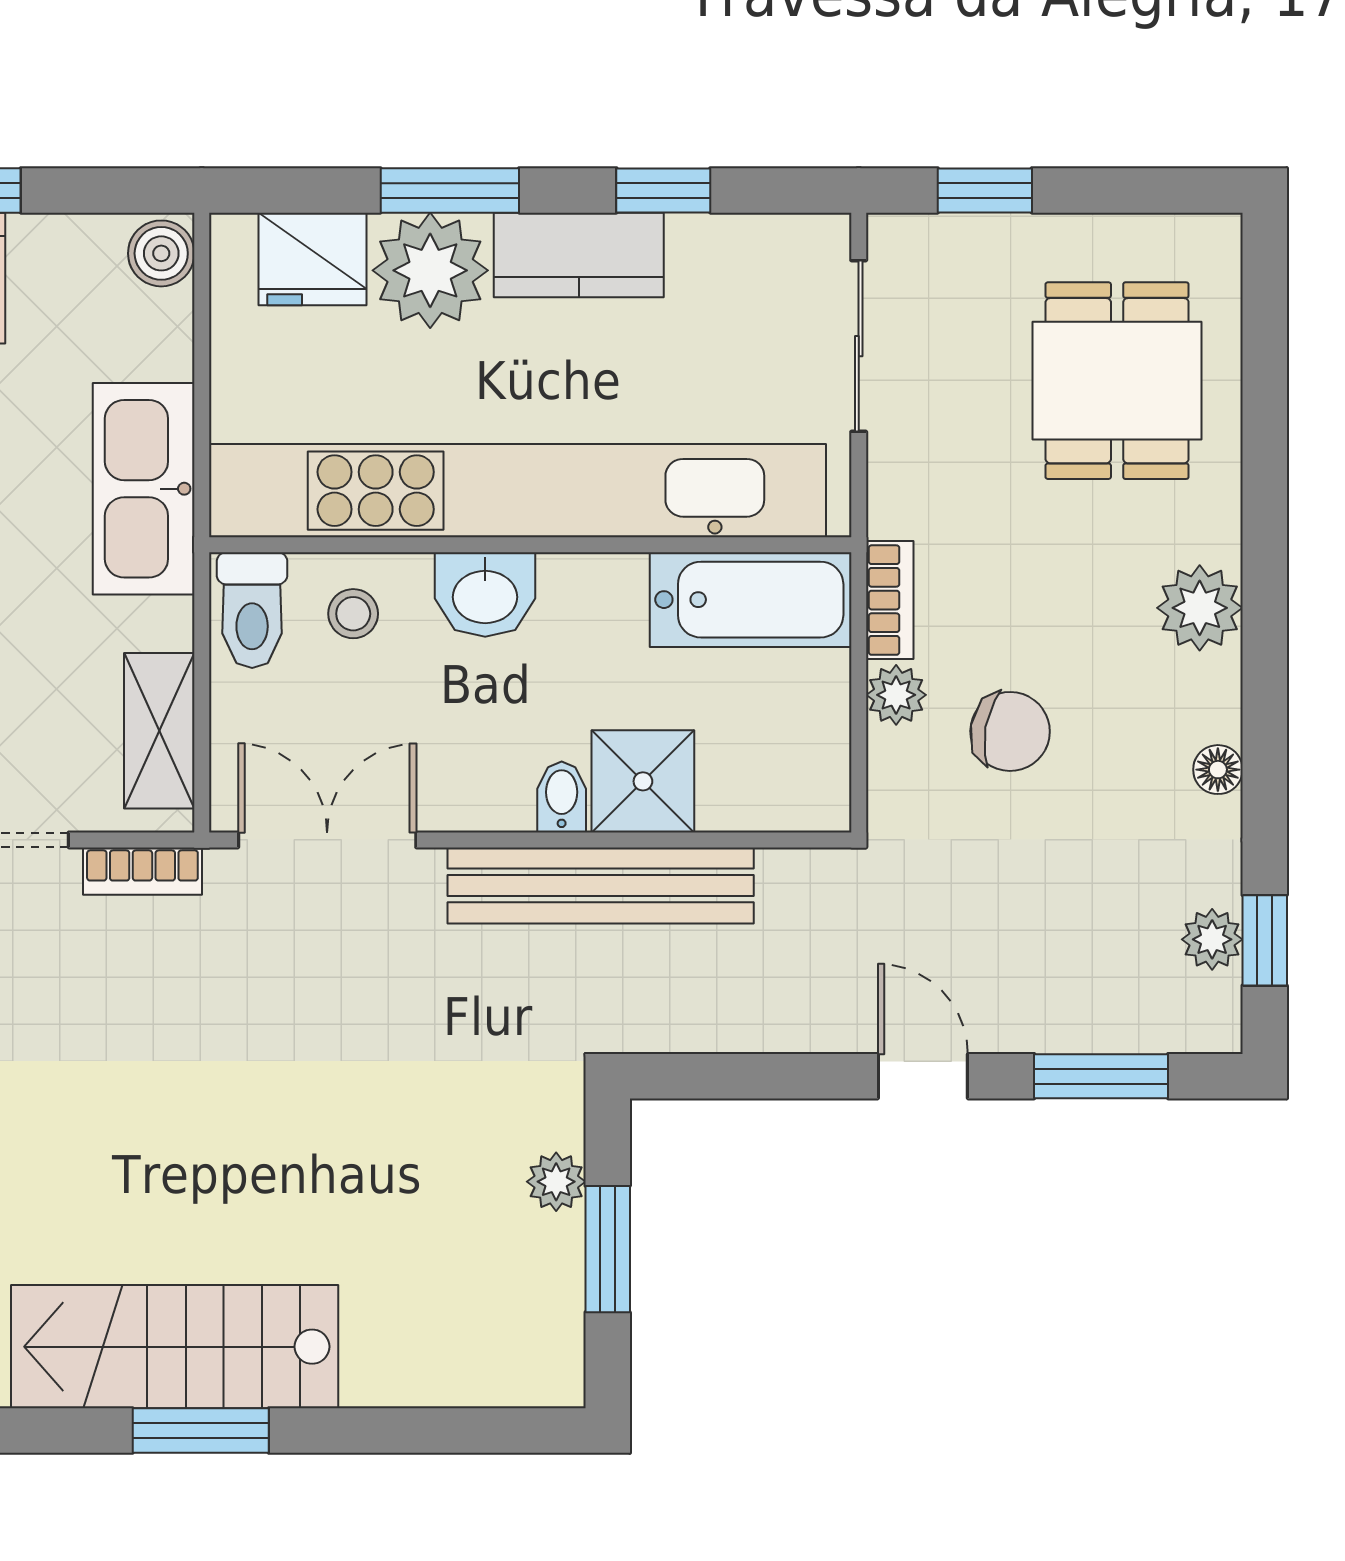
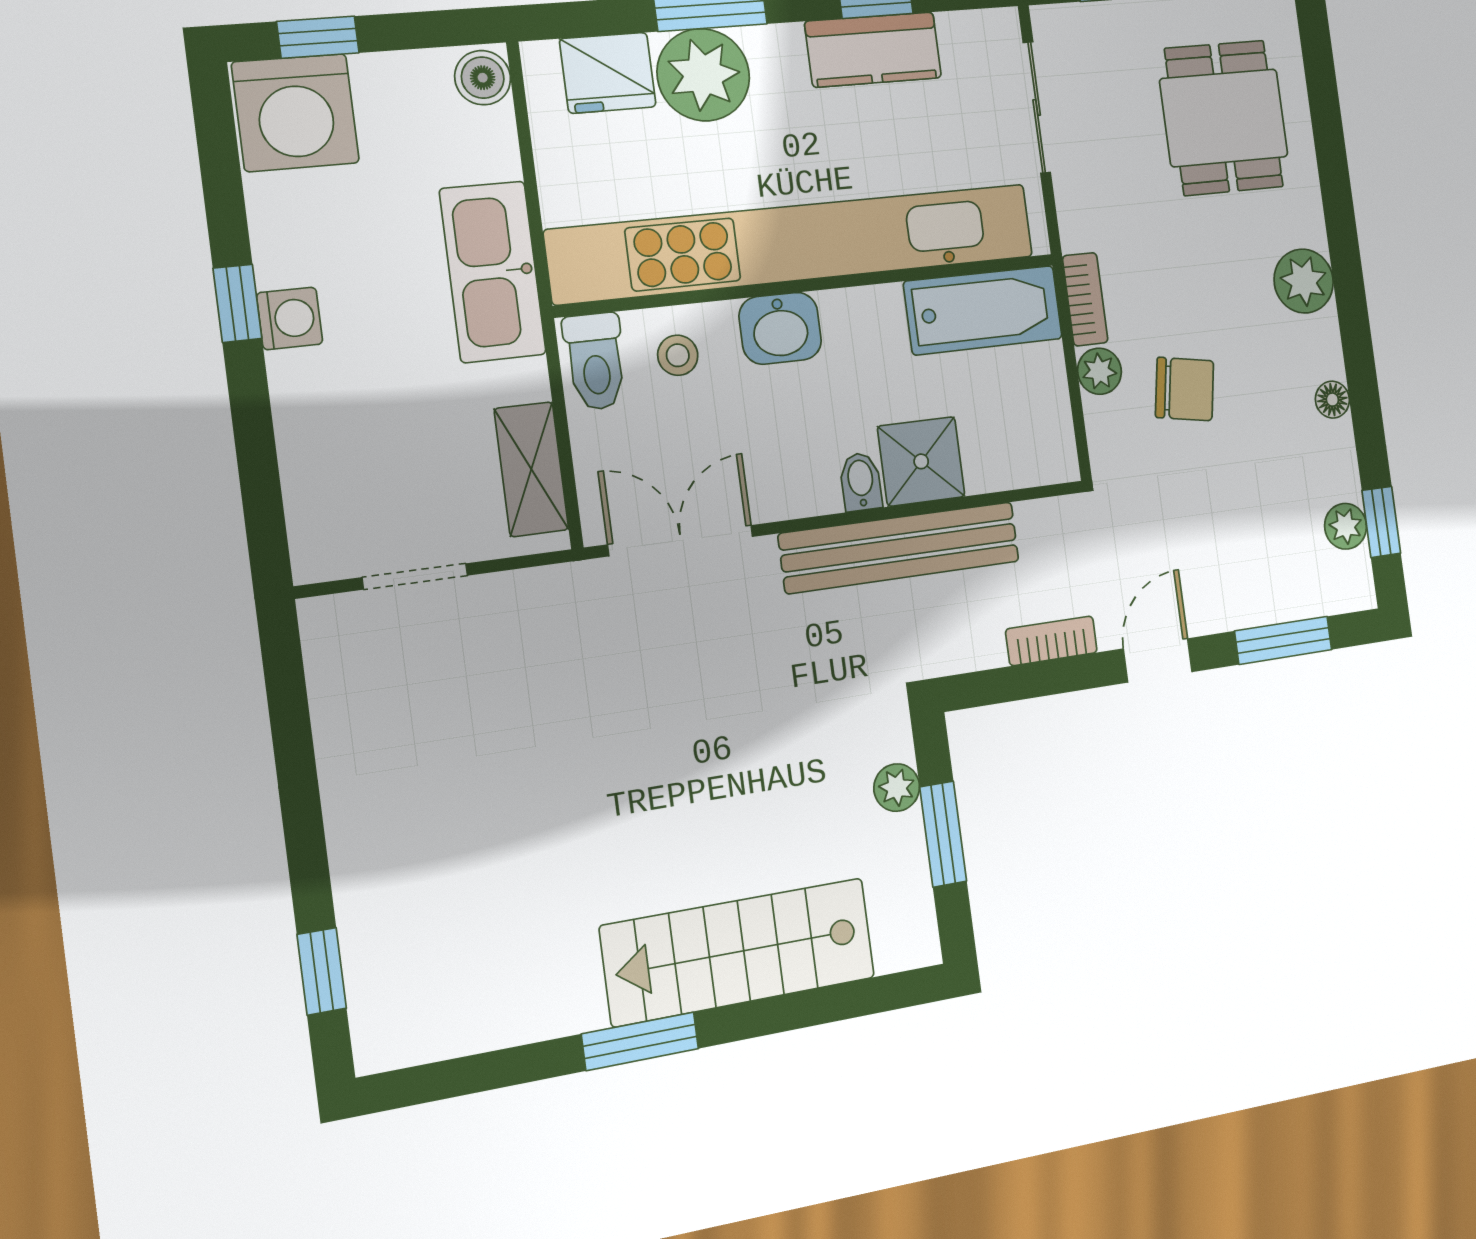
kitchen counter: (579, 255) -> (873, 50), moved
bookcase: (142, 871) -> (1051, 641), moved, turned 180
door: (923, 1076) -> (1158, 660), hinge flipped
stairs: (175, 1347) -> (739, 952), moved

